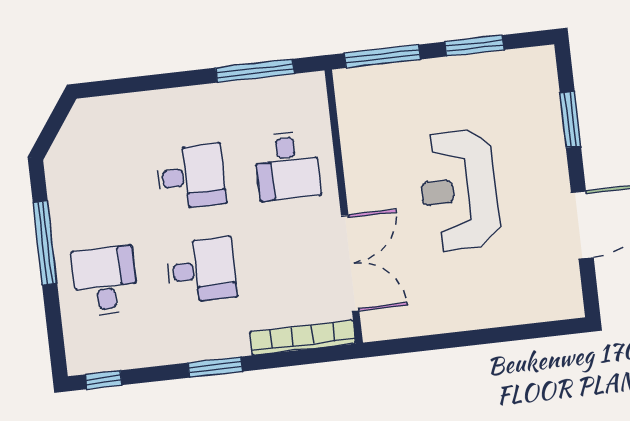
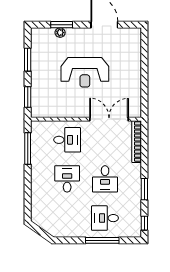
window: (382, 56) -> (28, 97), width x0.69
plant: (550, 118) -> (60, 33), added
window: (45, 243) -> (102, 240), moved
desk: (201, 270) -> (105, 179), turned 180
window: (215, 367) -> (144, 189), moved

